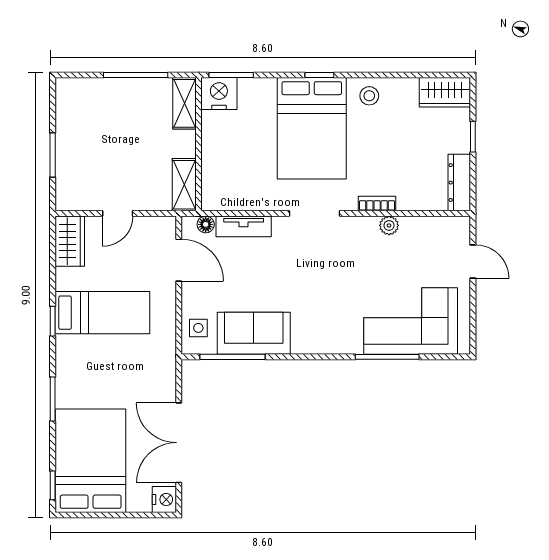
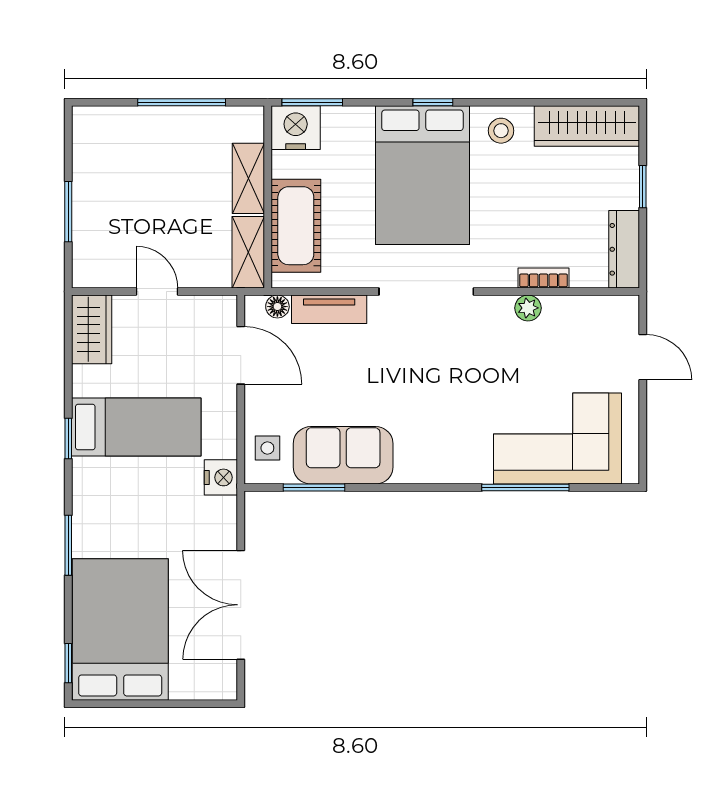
wardrobe: (445, 92) -> (587, 126), width x1.50
shelving: (184, 103) -> (248, 178), moved
cot: (219, 165) -> (296, 226), added
bookcase: (377, 204) -> (543, 278), moved
door: (118, 213) -> (157, 292), swing flipped
doorway: (315, 213) -> (426, 292), width x1.36
window: (232, 357) -> (314, 487), width x0.69
nightstand: (164, 500) -> (221, 477), moved

